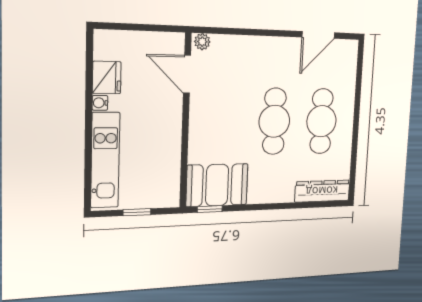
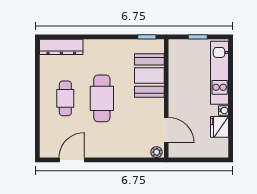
cafe table: (321, 121) -> (65, 98), width x0.73, depth x0.74
booth: (217, 185) -> (149, 76), moved, turned 90

